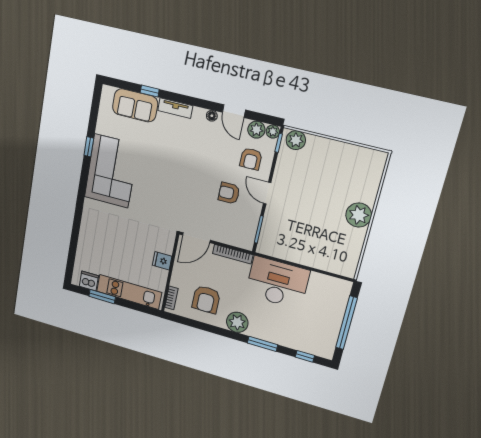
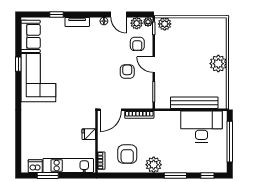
sofa: (135, 105) -> (31, 36), moved, turned -90
armchair: (229, 193) -> (127, 72), turned 90
bench: (311, 259) -> (194, 103), added
desk: (277, 283) -> (202, 126), moved

